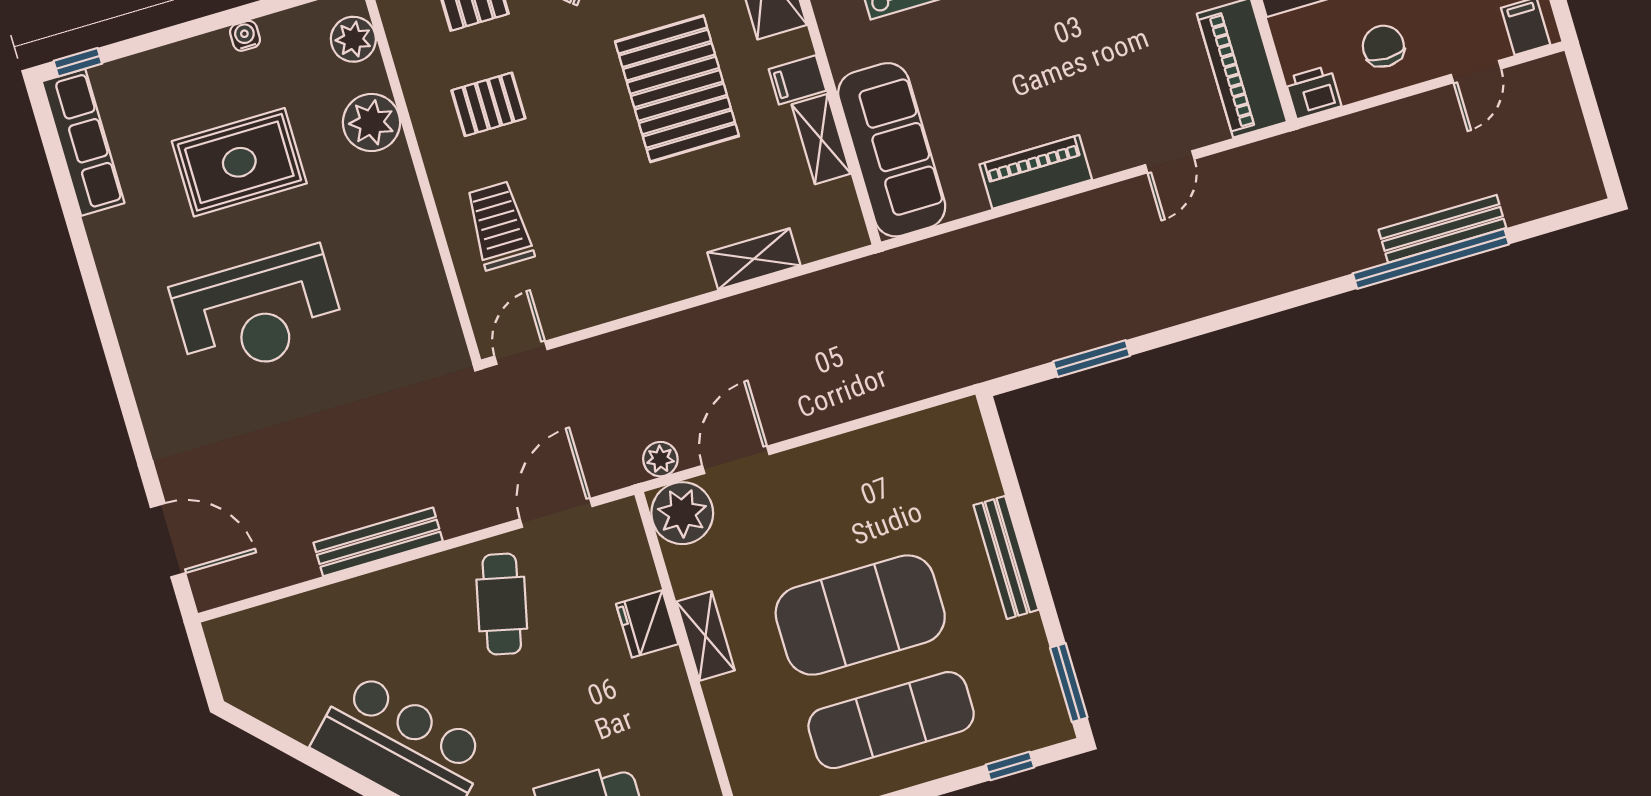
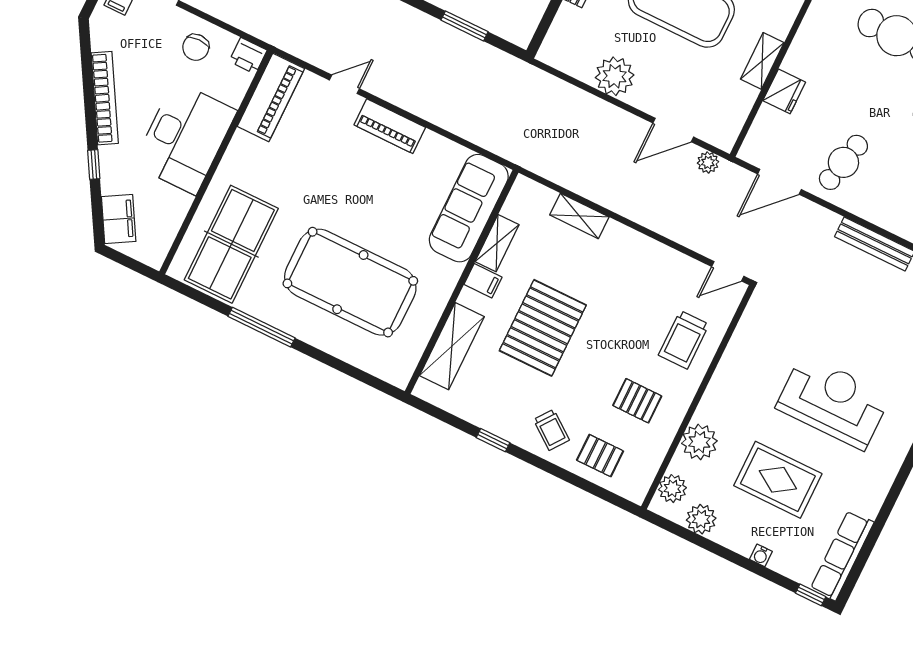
plant: (287, 34) -> (701, 519), added
water cooler: (245, 36) -> (761, 555), moved
piano: (1036, 172) -> (390, 126), moved
plant: (682, 513) -> (615, 76), moved

